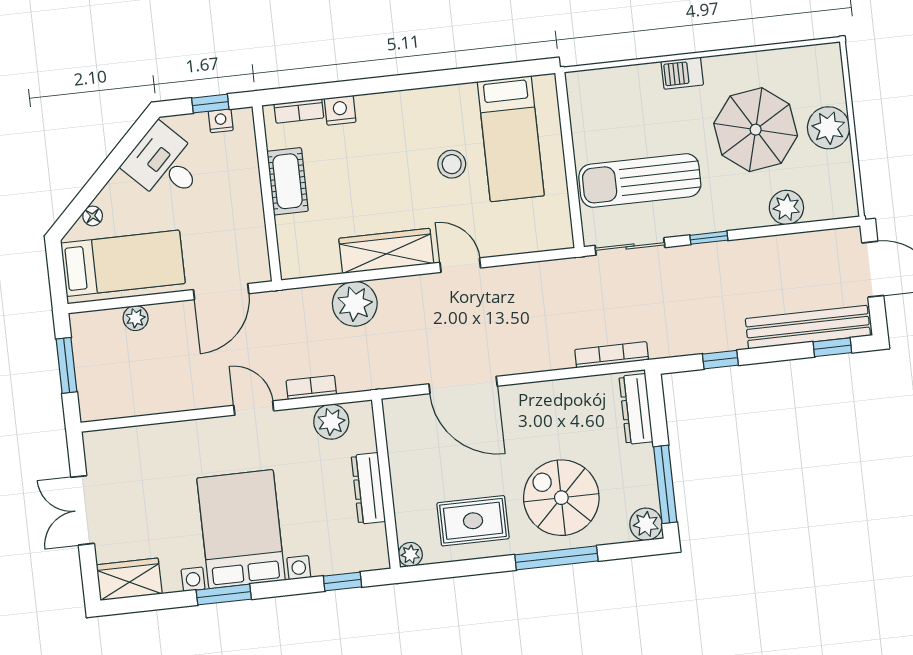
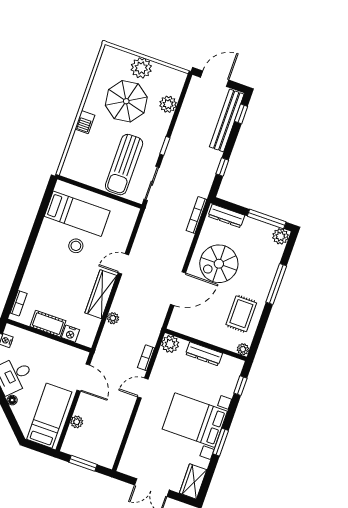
nightstand: (340, 110) -> (70, 334), moved, turned -90
floor lamp: (93, 216) -> (12, 400), moved
plant: (355, 304) -> (113, 318), width x0.53, depth x0.53
plant: (331, 422) -> (170, 344), moved
spiral stairs: (561, 498) -> (219, 264), moved

